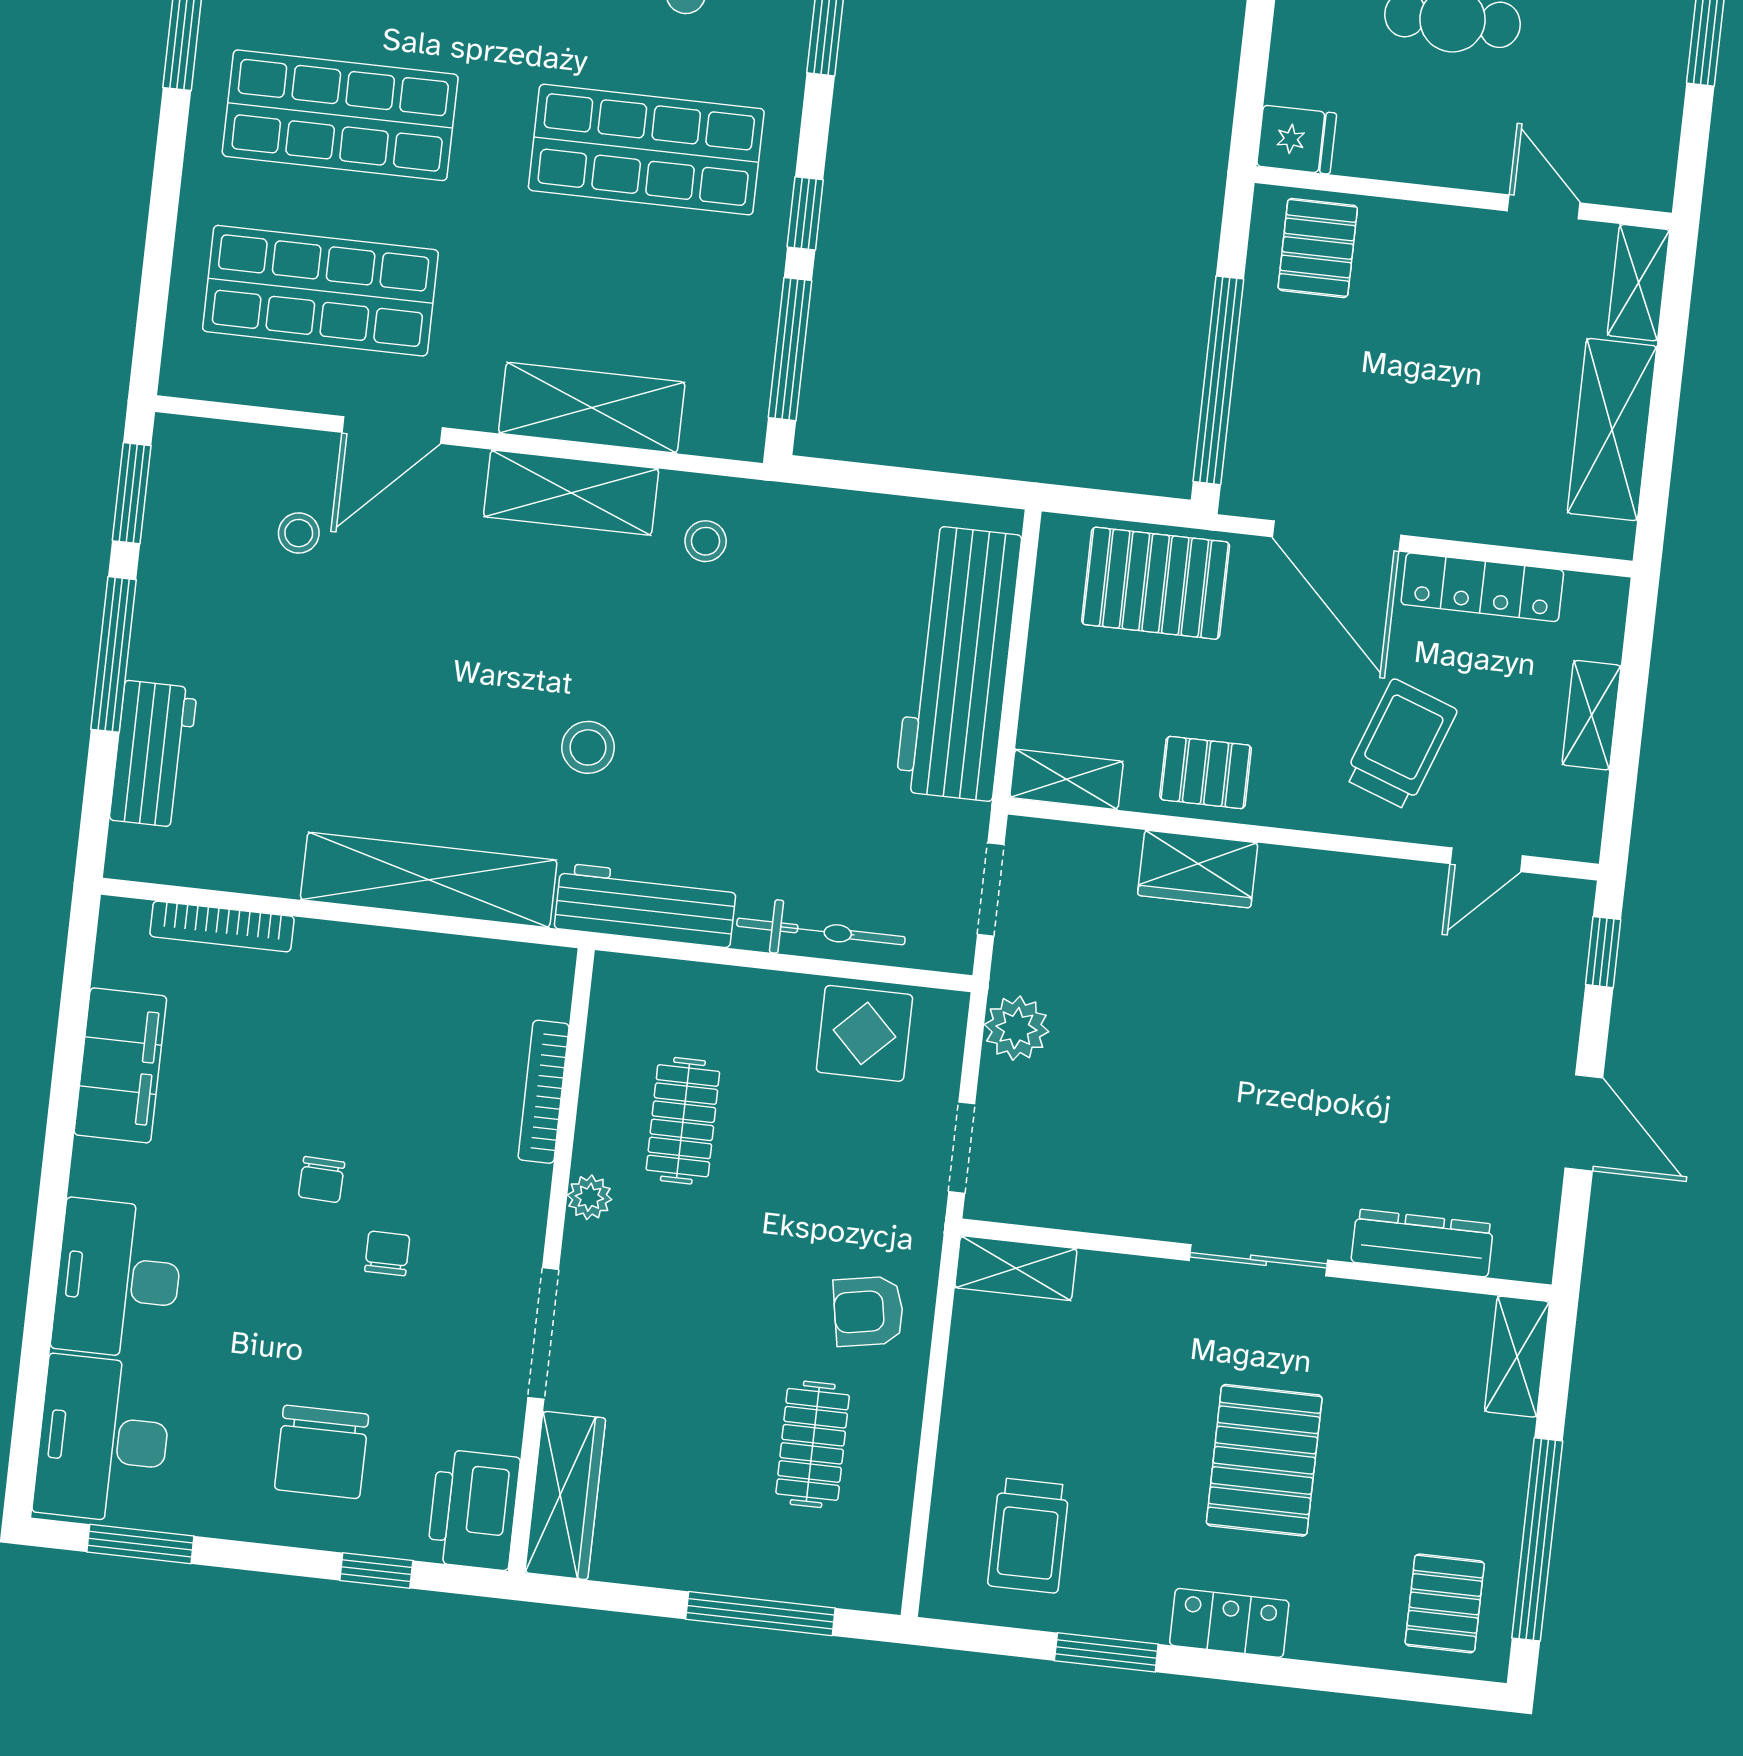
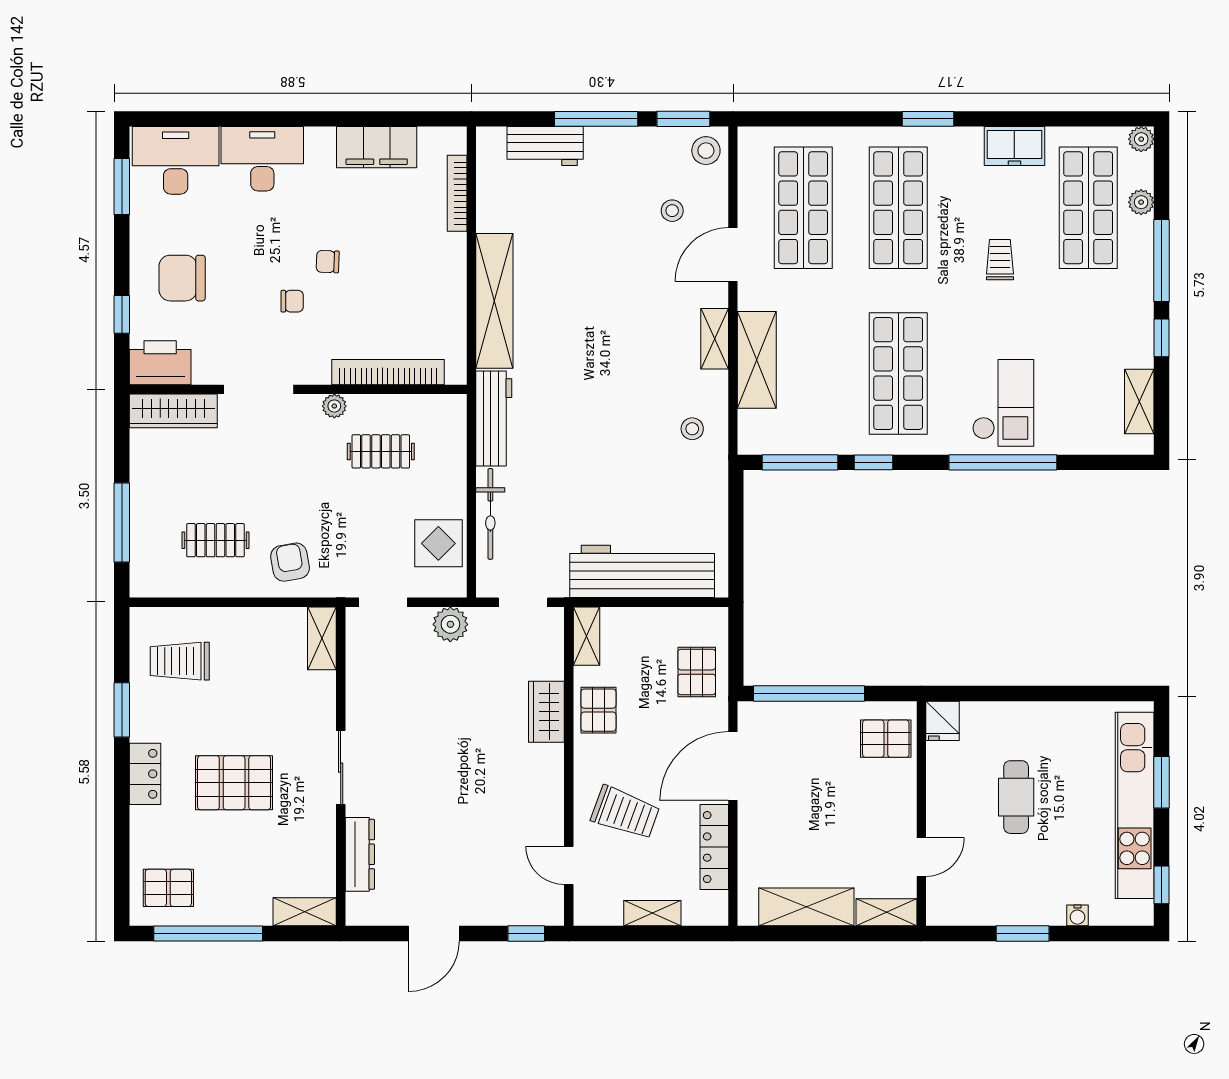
door: (392, 430) -> (733, 254), hinge flipped
shelving: (571, 493) -> (715, 339), width x0.67, depth x0.75
pallet: (1156, 583) -> (697, 672), width x0.67, depth x0.71
stool: (588, 747) -> (706, 151), moved
bookcase: (544, 1092) -> (388, 372), width x1.48, depth x1.31

